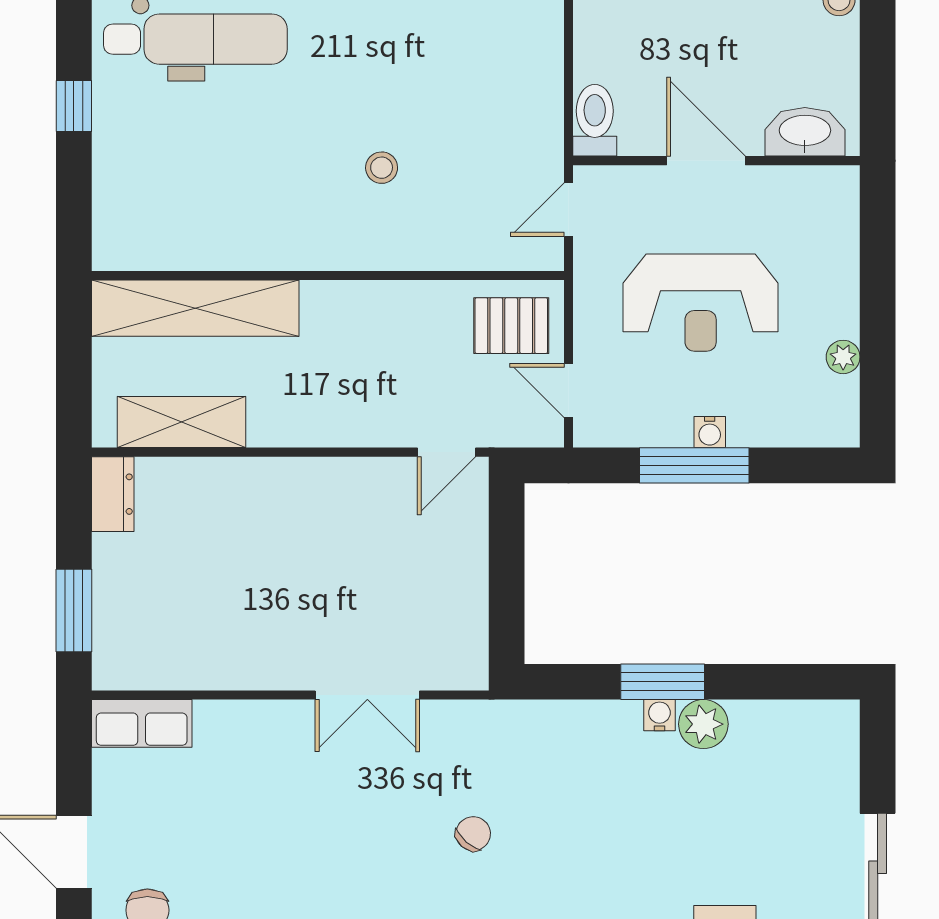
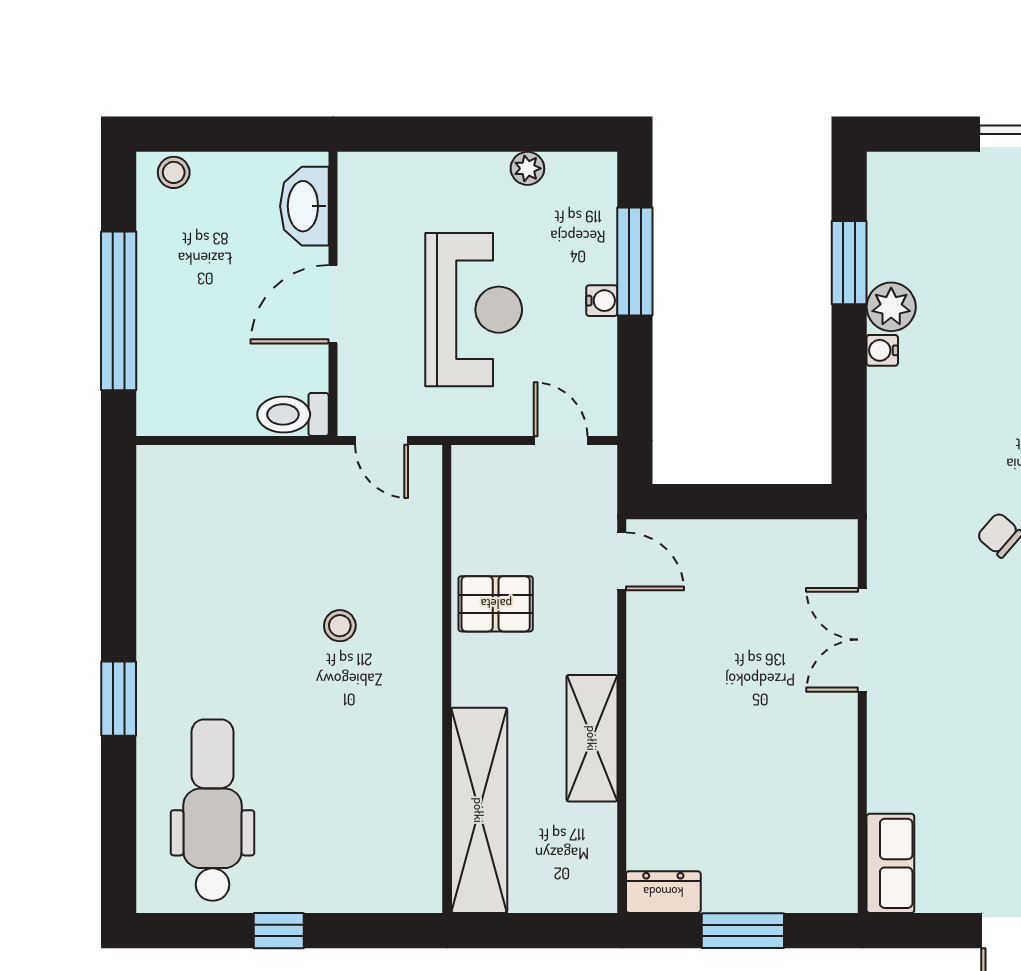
pallet: (511, 326) -> (496, 604), moved, turned 90
door: (568, 390) -> (561, 440), swing flipped
shelving: (182, 422) -> (592, 738), moved
window: (694, 465) -> (635, 261), moved
window: (74, 611) -> (743, 931), moved
window: (663, 682) -> (849, 263), moved
double door: (367, 695) -> (862, 640), swing flipped

